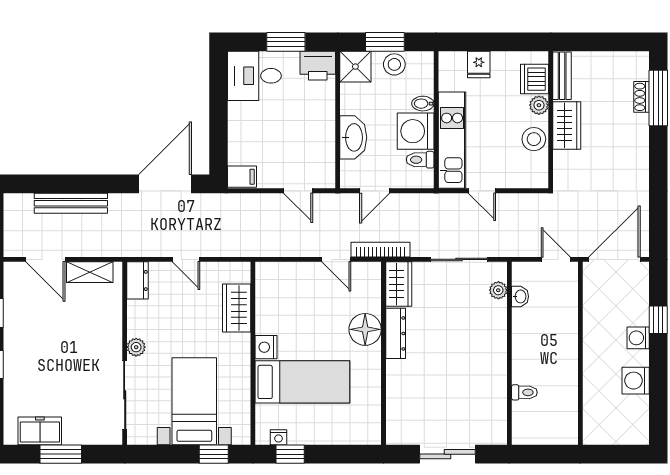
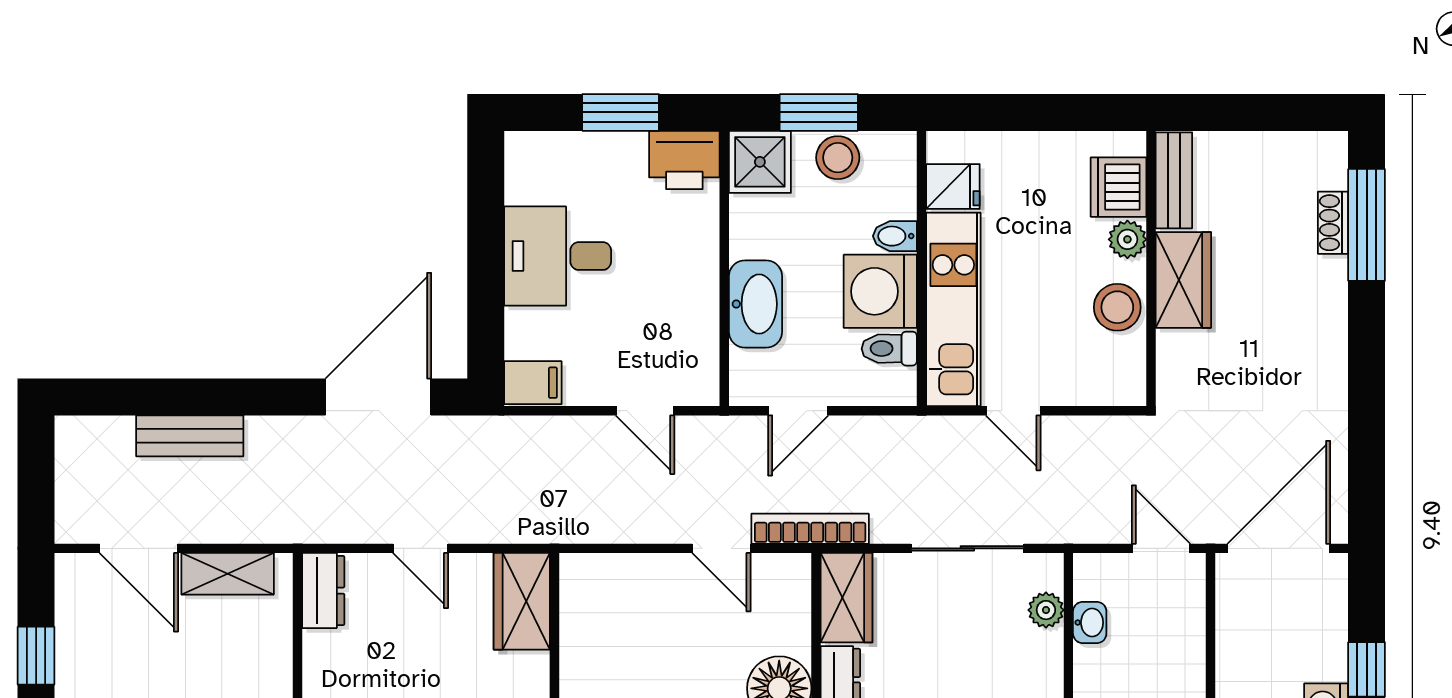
fridge: (479, 64) -> (953, 187), moved, turned -90
desk: (254, 76) -> (558, 256), moved
bench: (71, 203) -> (190, 436), width x0.73
wardrobe: (237, 308) -> (522, 601), moved

